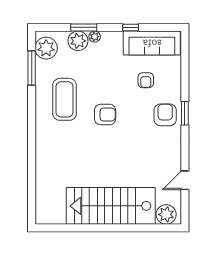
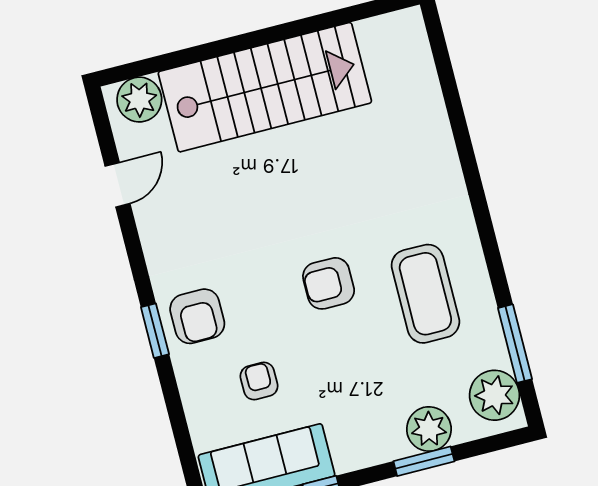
plant: (95, 37) -> (395, 447), removed

